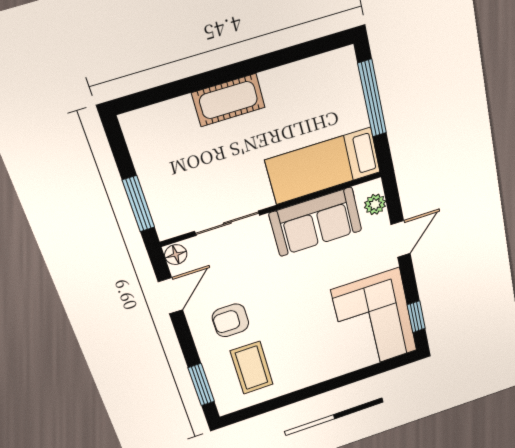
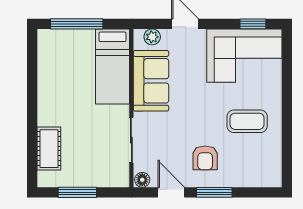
cot: (228, 100) -> (49, 149), moved
window: (139, 204) -> (77, 192), moved
coffee table: (252, 368) -> (247, 121), moved
window: (201, 385) -> (214, 192), moved

